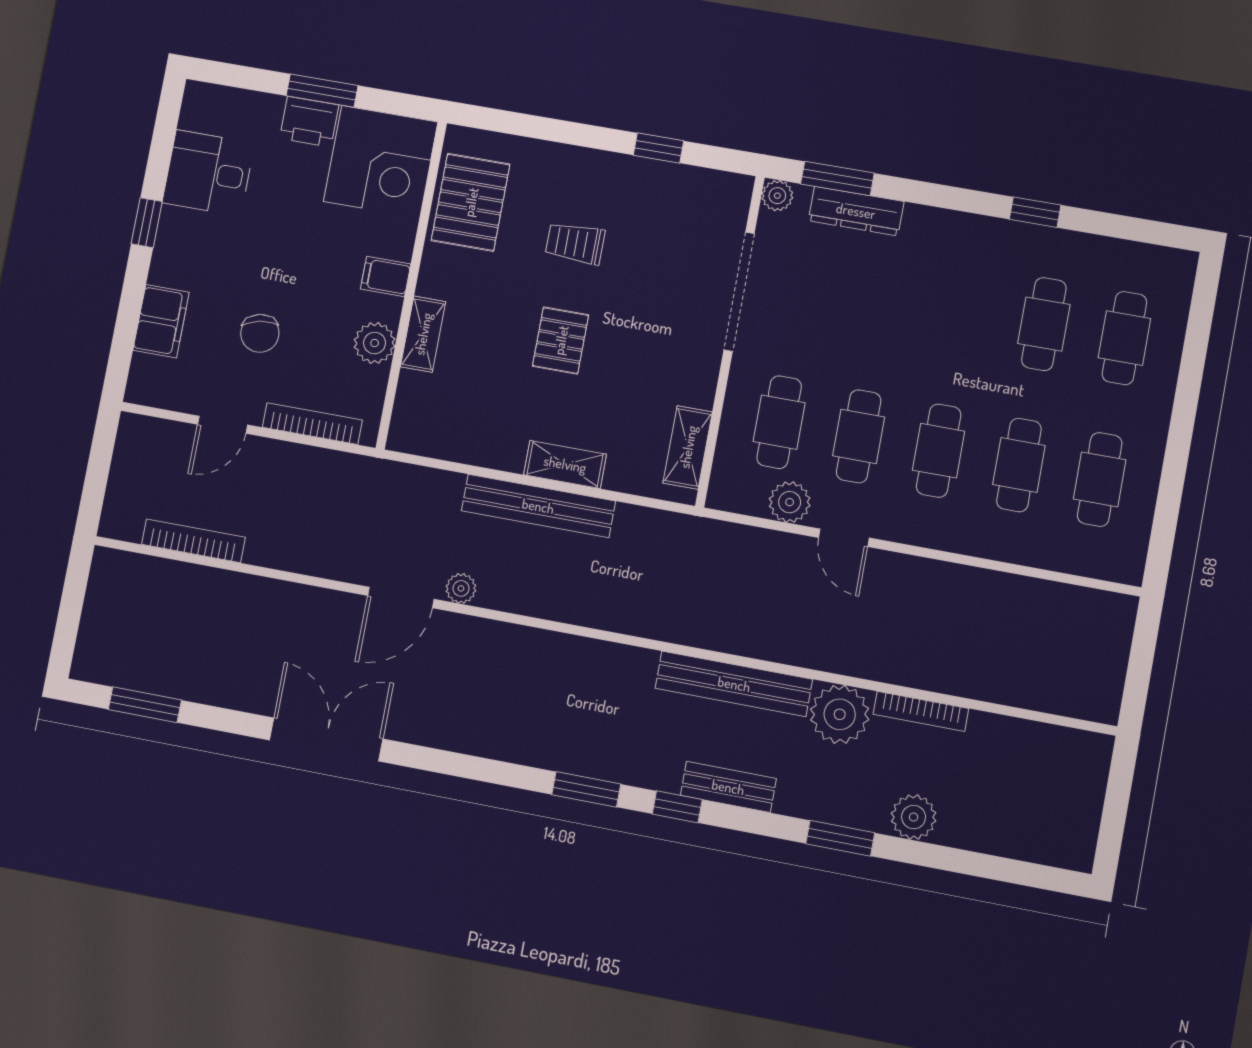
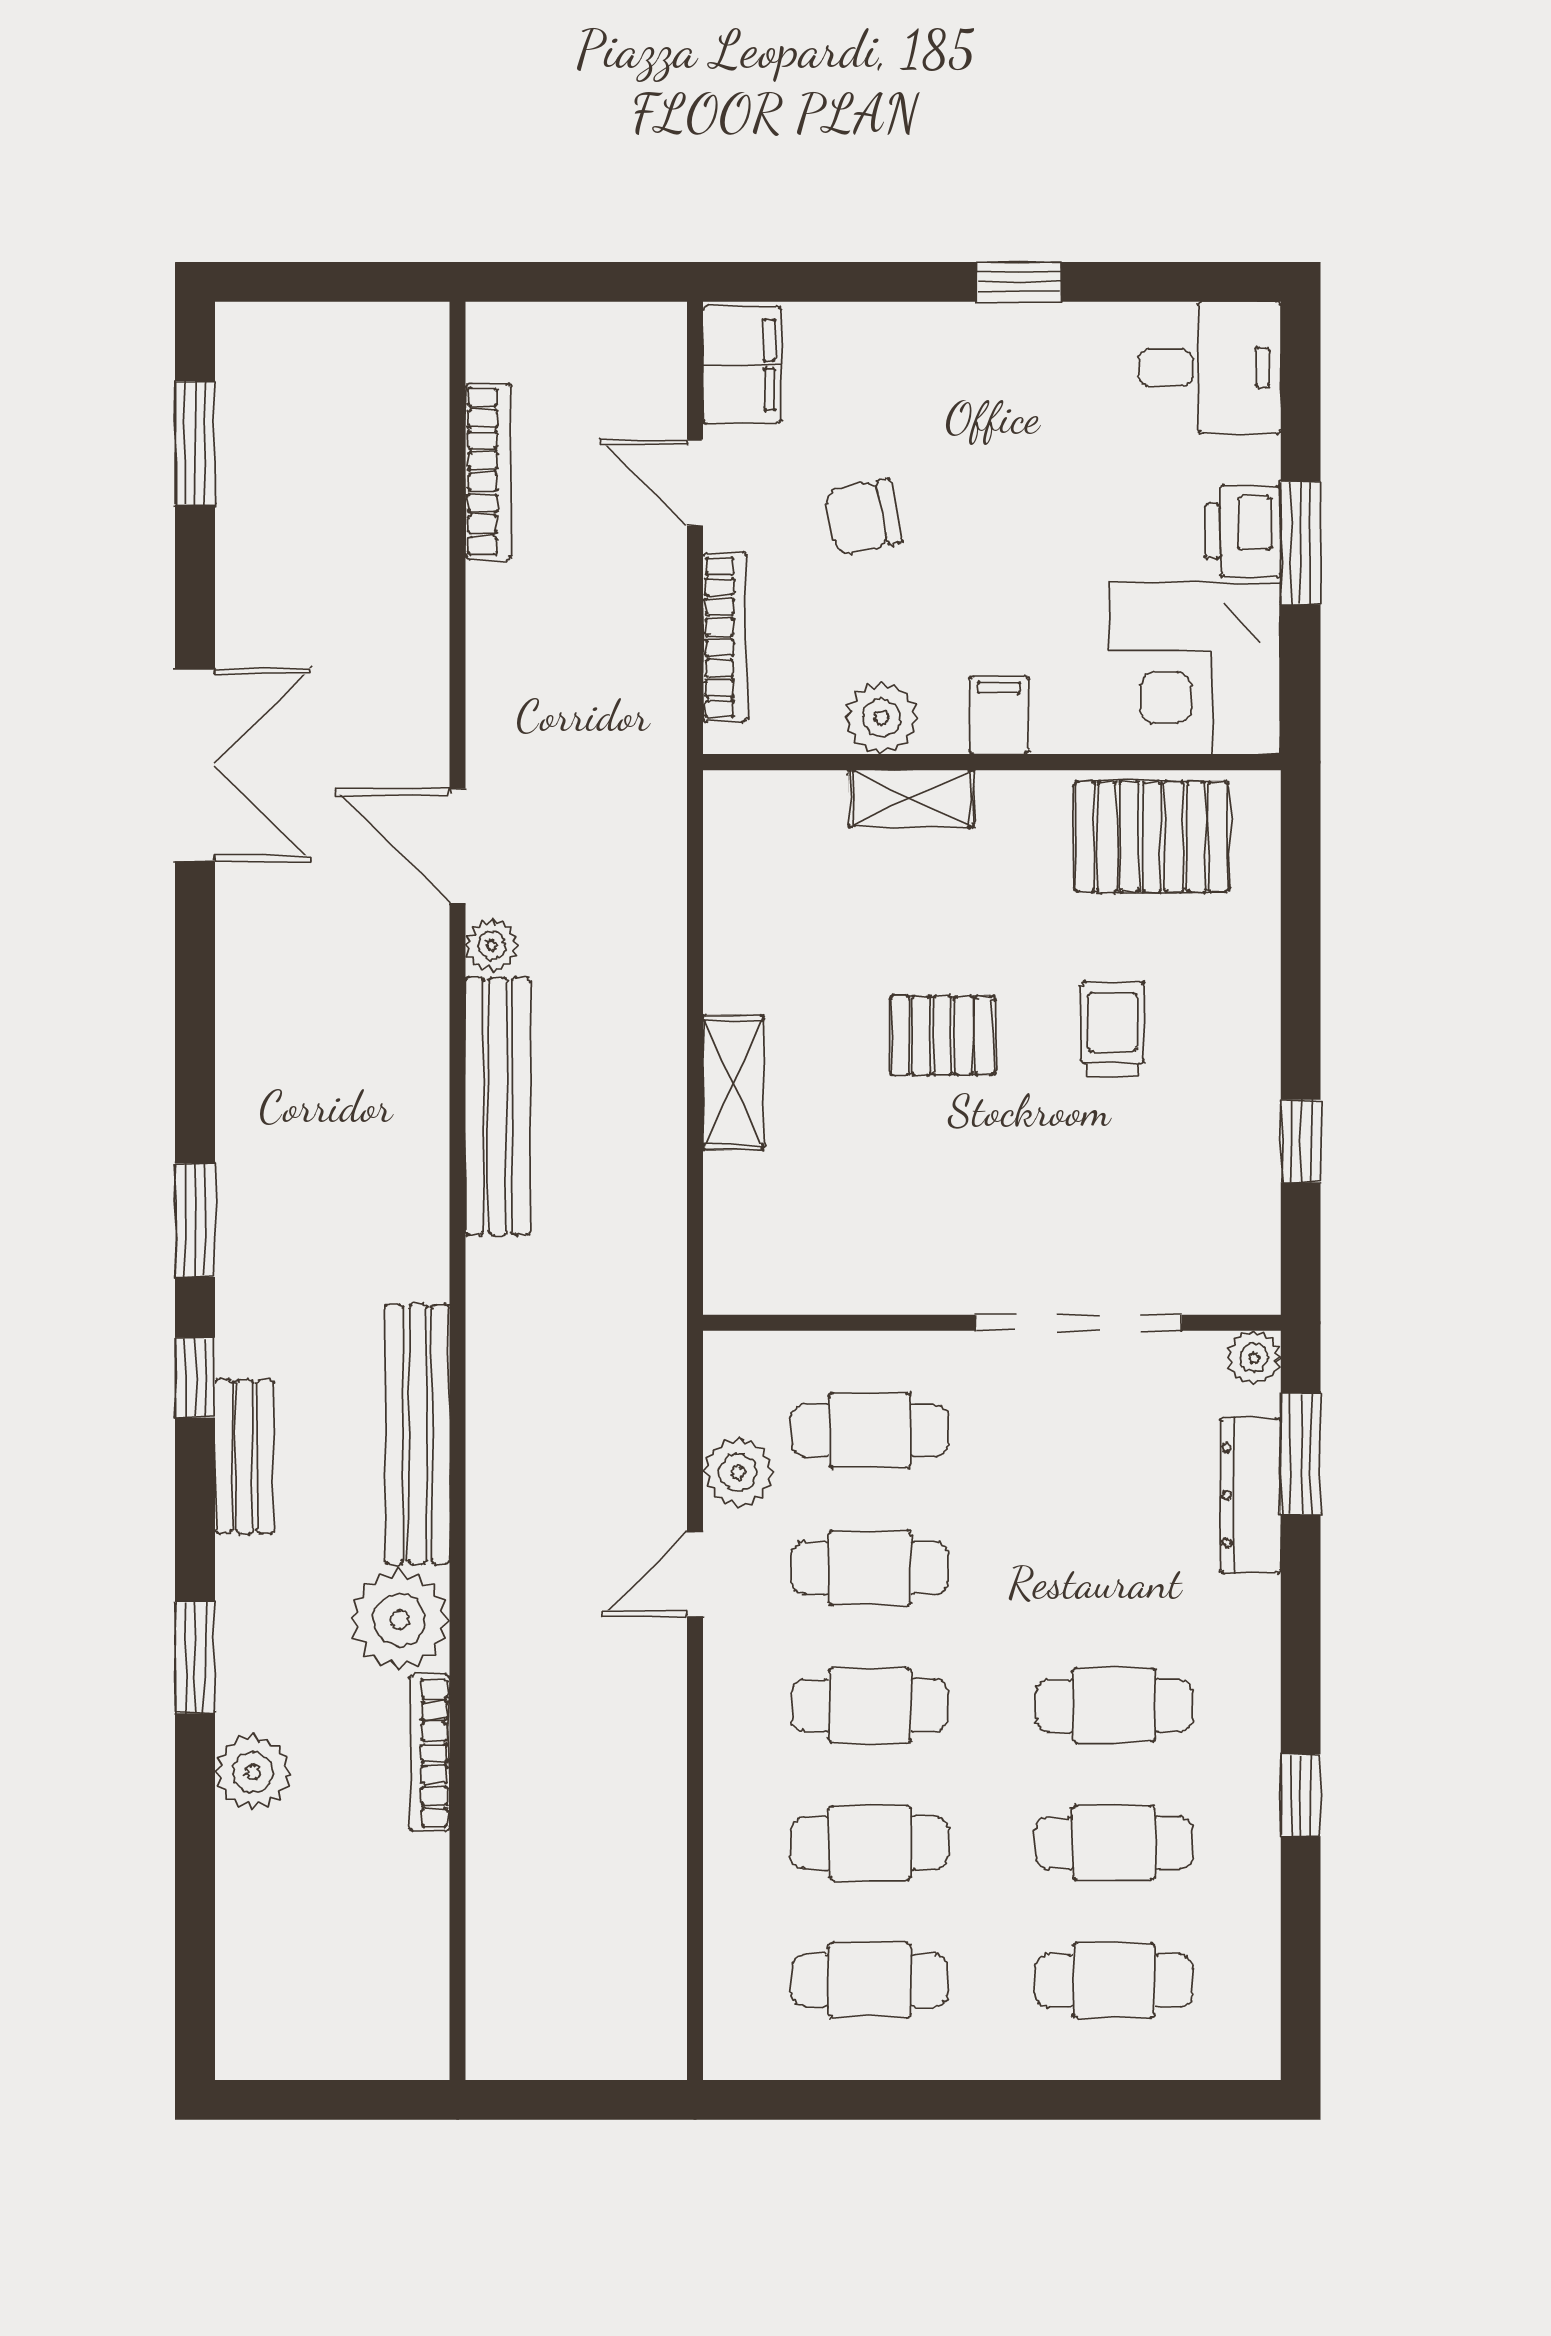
desk: (208, 173) -> (1210, 368), moved, turned 90
cafe table: (964, 310) -> (1114, 1705), added
filing cabinet: (161, 321) -> (742, 365), moved, turned -90
shelving: (688, 447) -> (799, 1284), removed
bench: (538, 506) -> (498, 1106), moved

